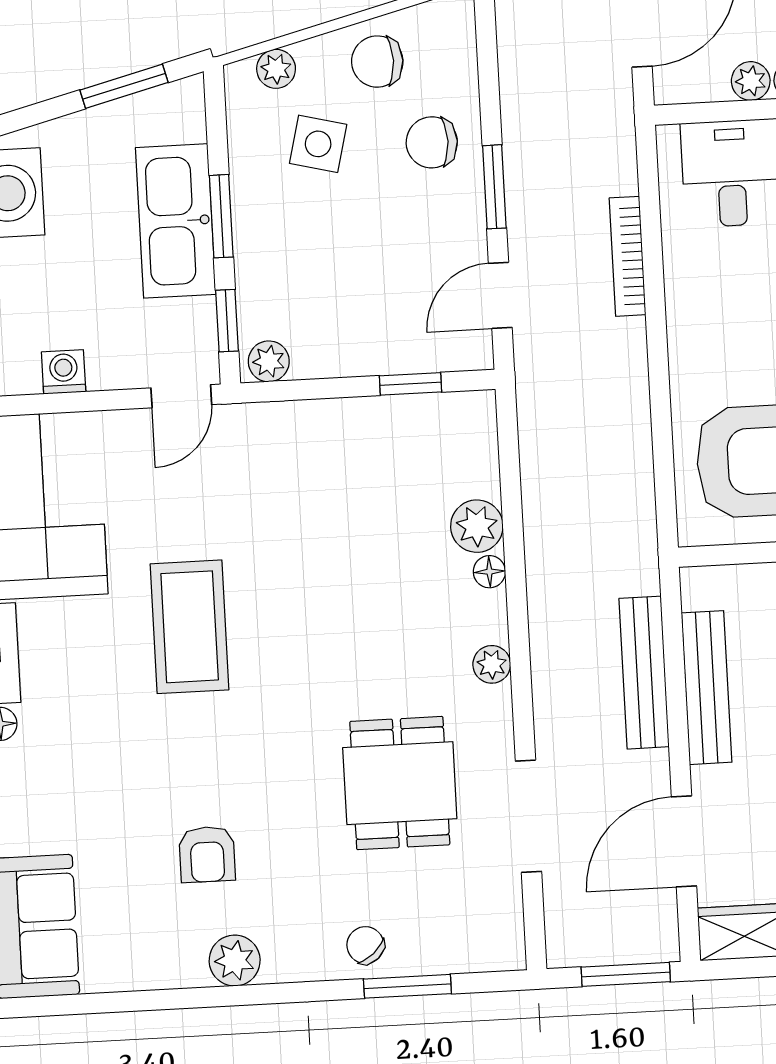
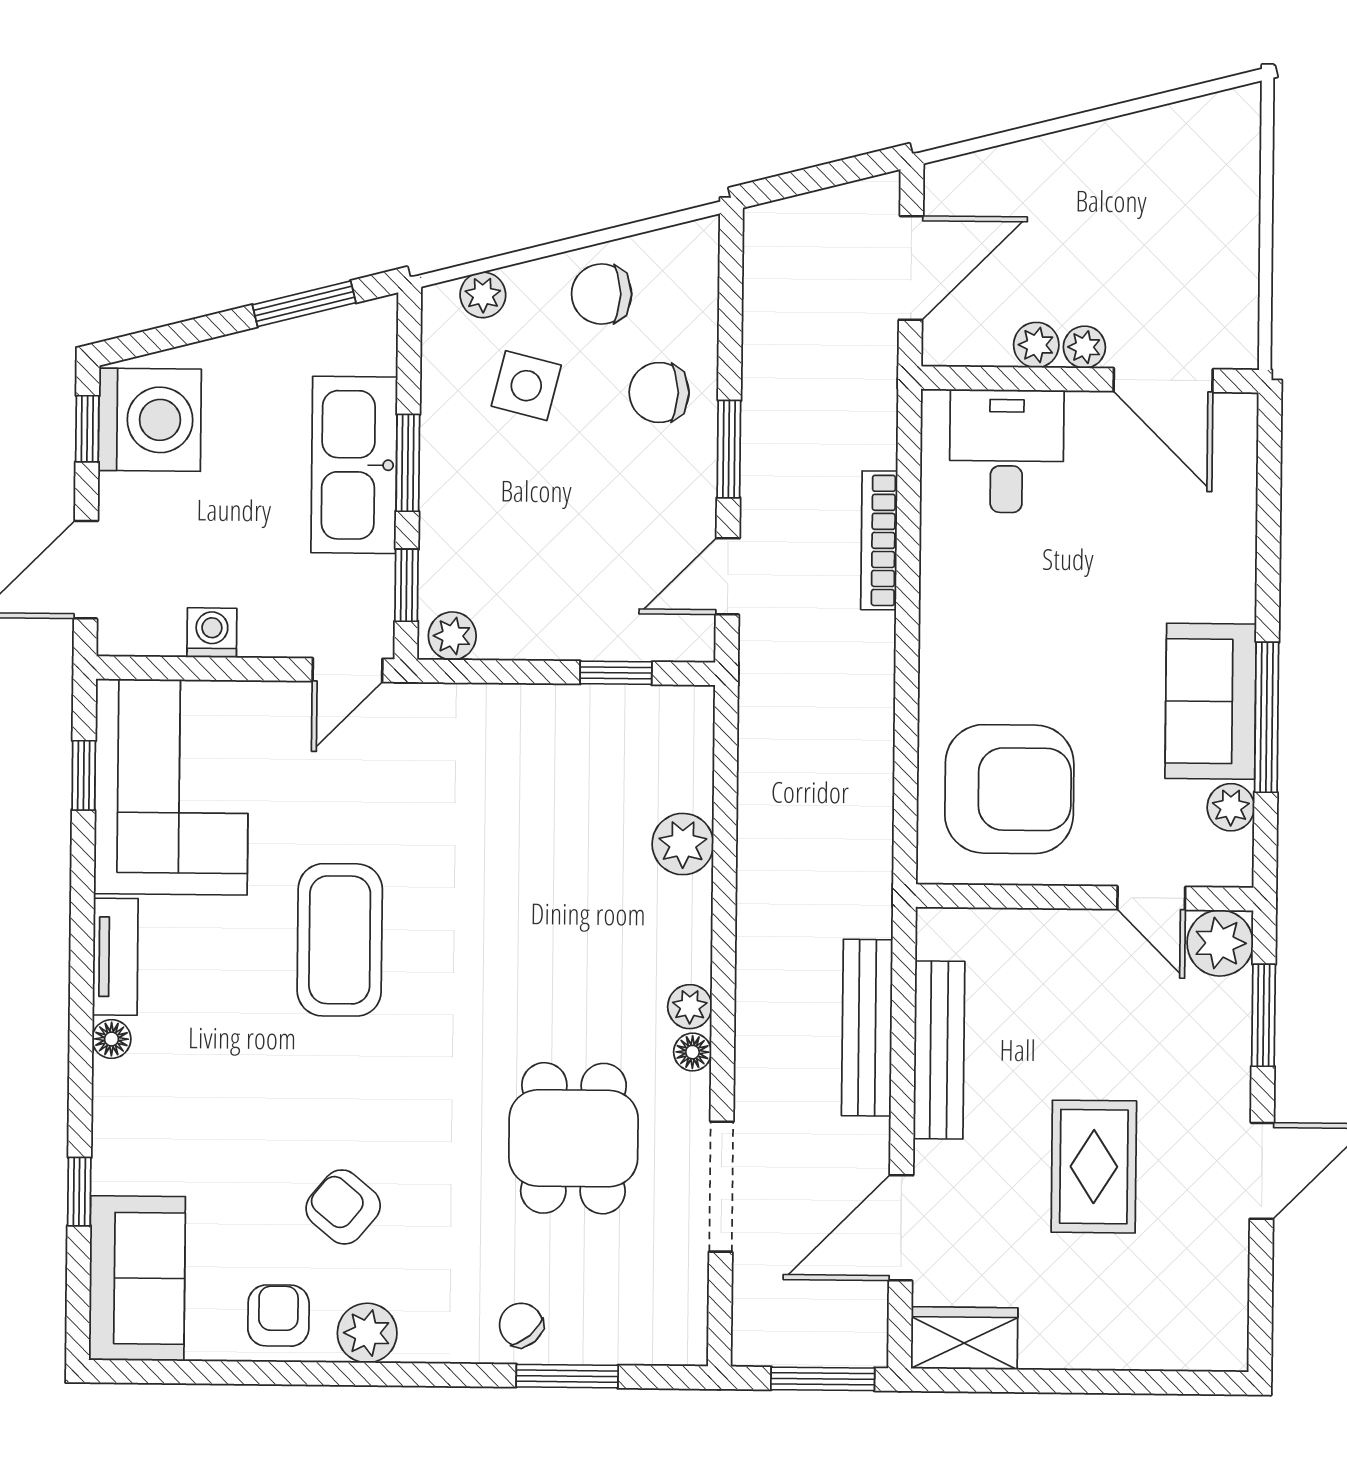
floor lamp: (489, 572) -> (692, 1052), moved
armchair: (207, 854) -> (343, 1207), turned 130
armchair: (158, 951) -> (278, 1316), added

